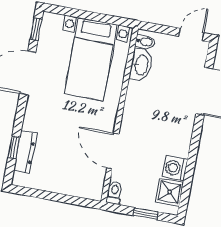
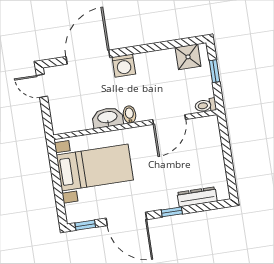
bidet: (145, 42) -> (130, 115), moved
washbasin: (141, 65) -> (107, 118), moved
window: (14, 147) -> (172, 212), moved
washing machine: (175, 168) -> (124, 66), moved

